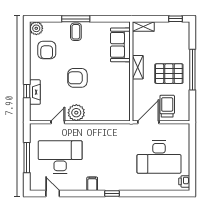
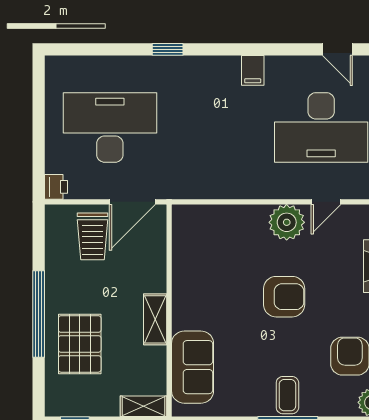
pallet: (169, 74) -> (80, 344), moved, turned 90
printer: (184, 181) -> (56, 187), moved
window: (112, 194) -> (168, 49), moved

